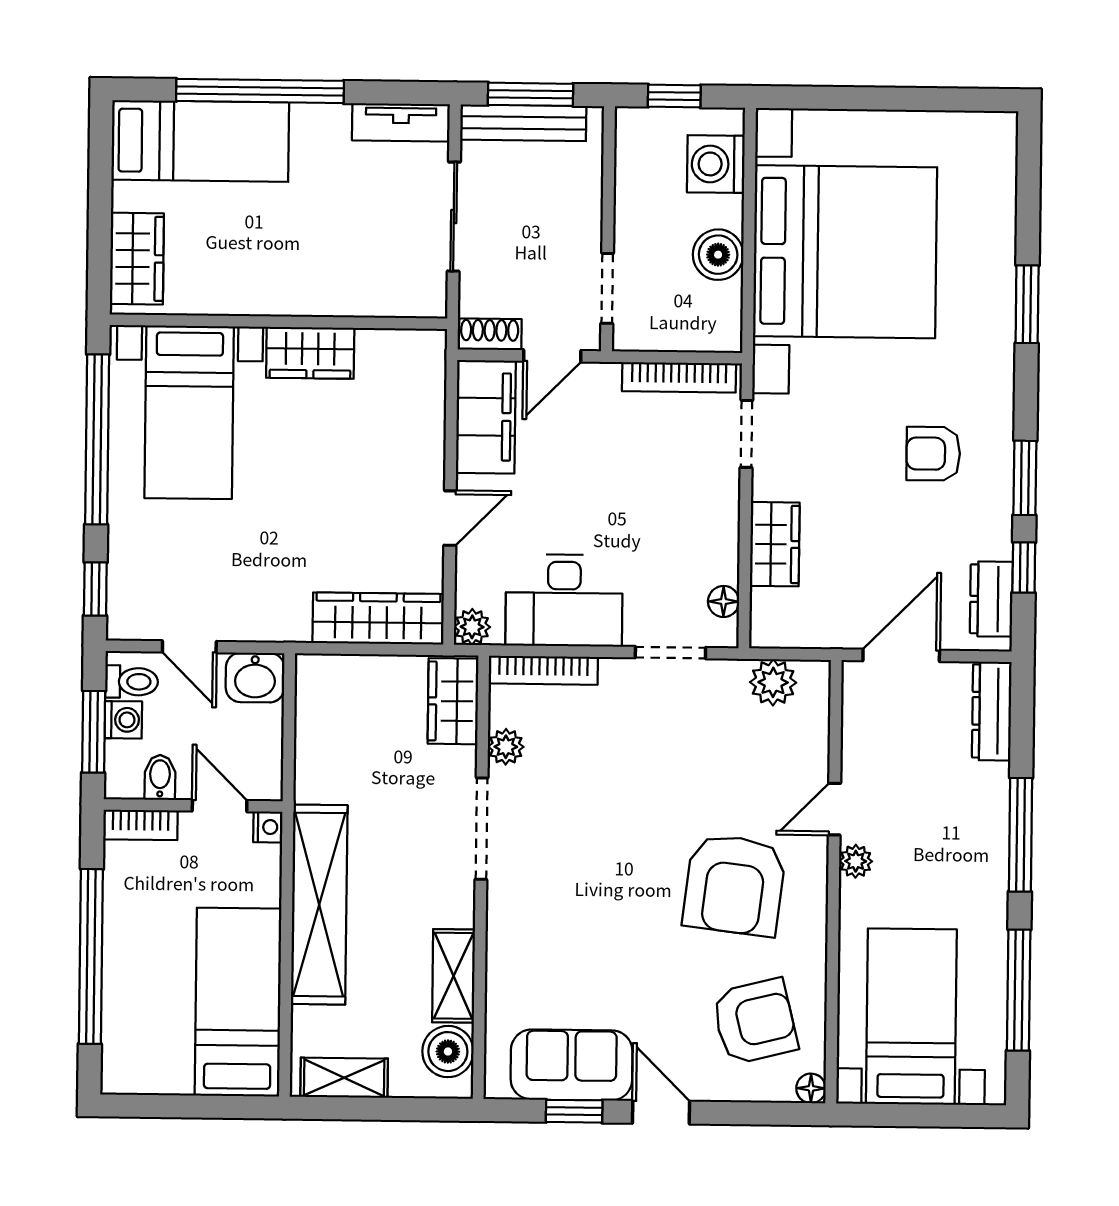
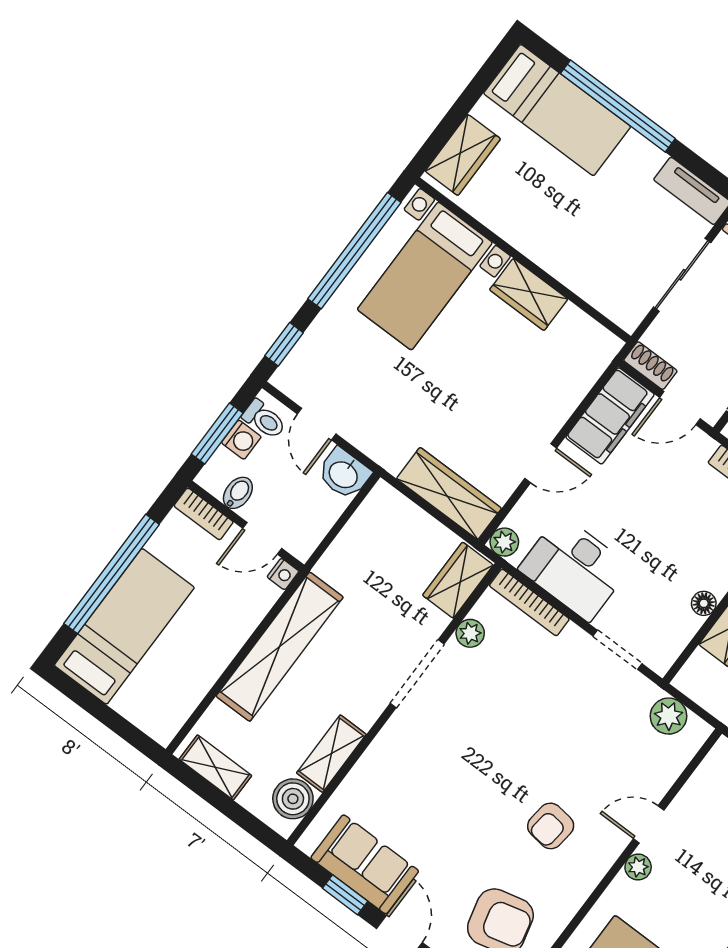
floor lamp: (724, 601) -> (704, 603), moved
door: (220, 806) -> (262, 538), swing flipped
armchair: (734, 885) -> (551, 826), width x0.53, depth x0.53
bed: (238, 1002) -> (124, 626), moved

